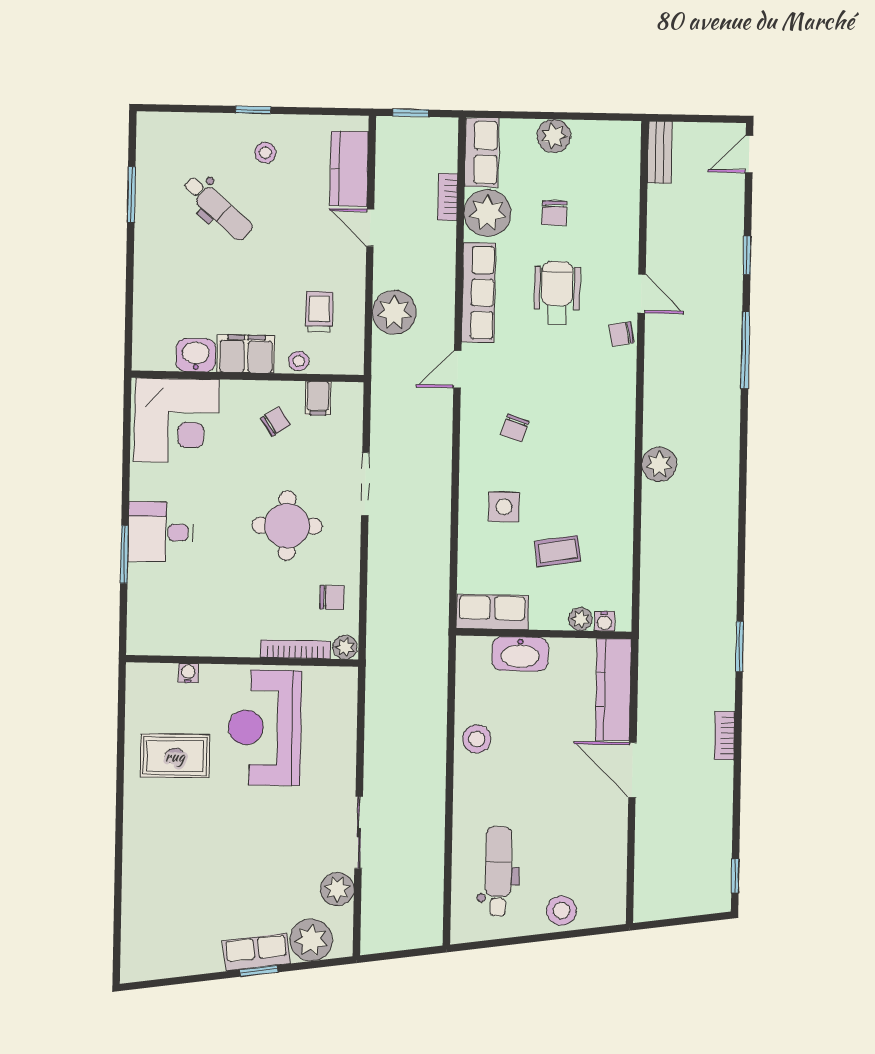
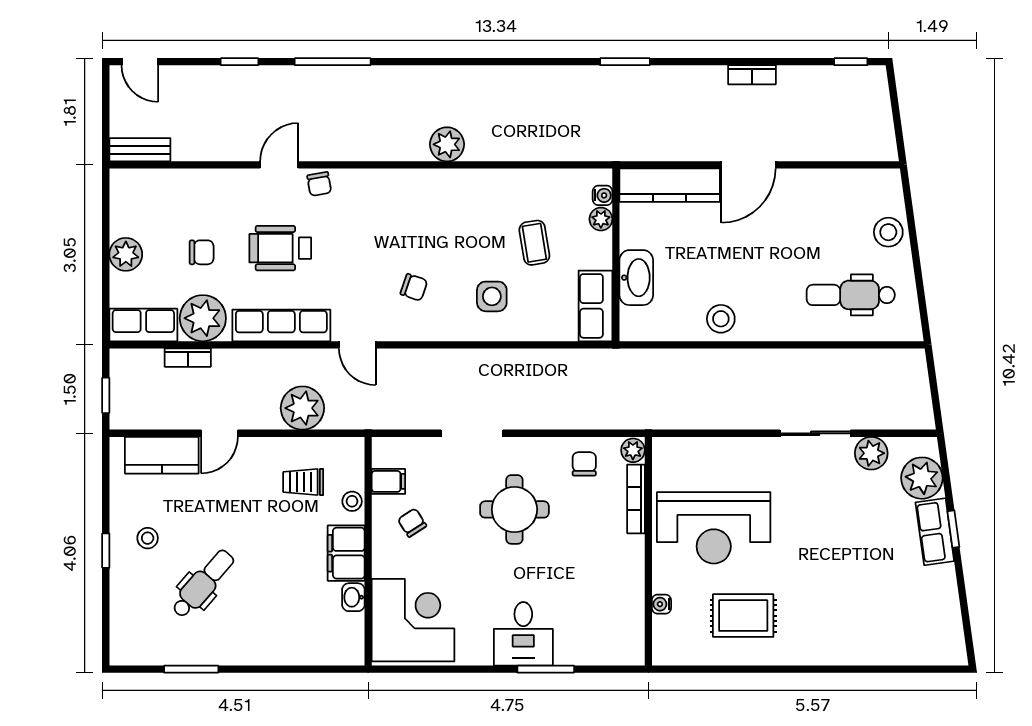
washbasin: (196, 355) -> (353, 597), width x0.72, depth x0.69
bookcase: (725, 736) -> (752, 75), moved
rug: (175, 756) -> (743, 616), turned 90

